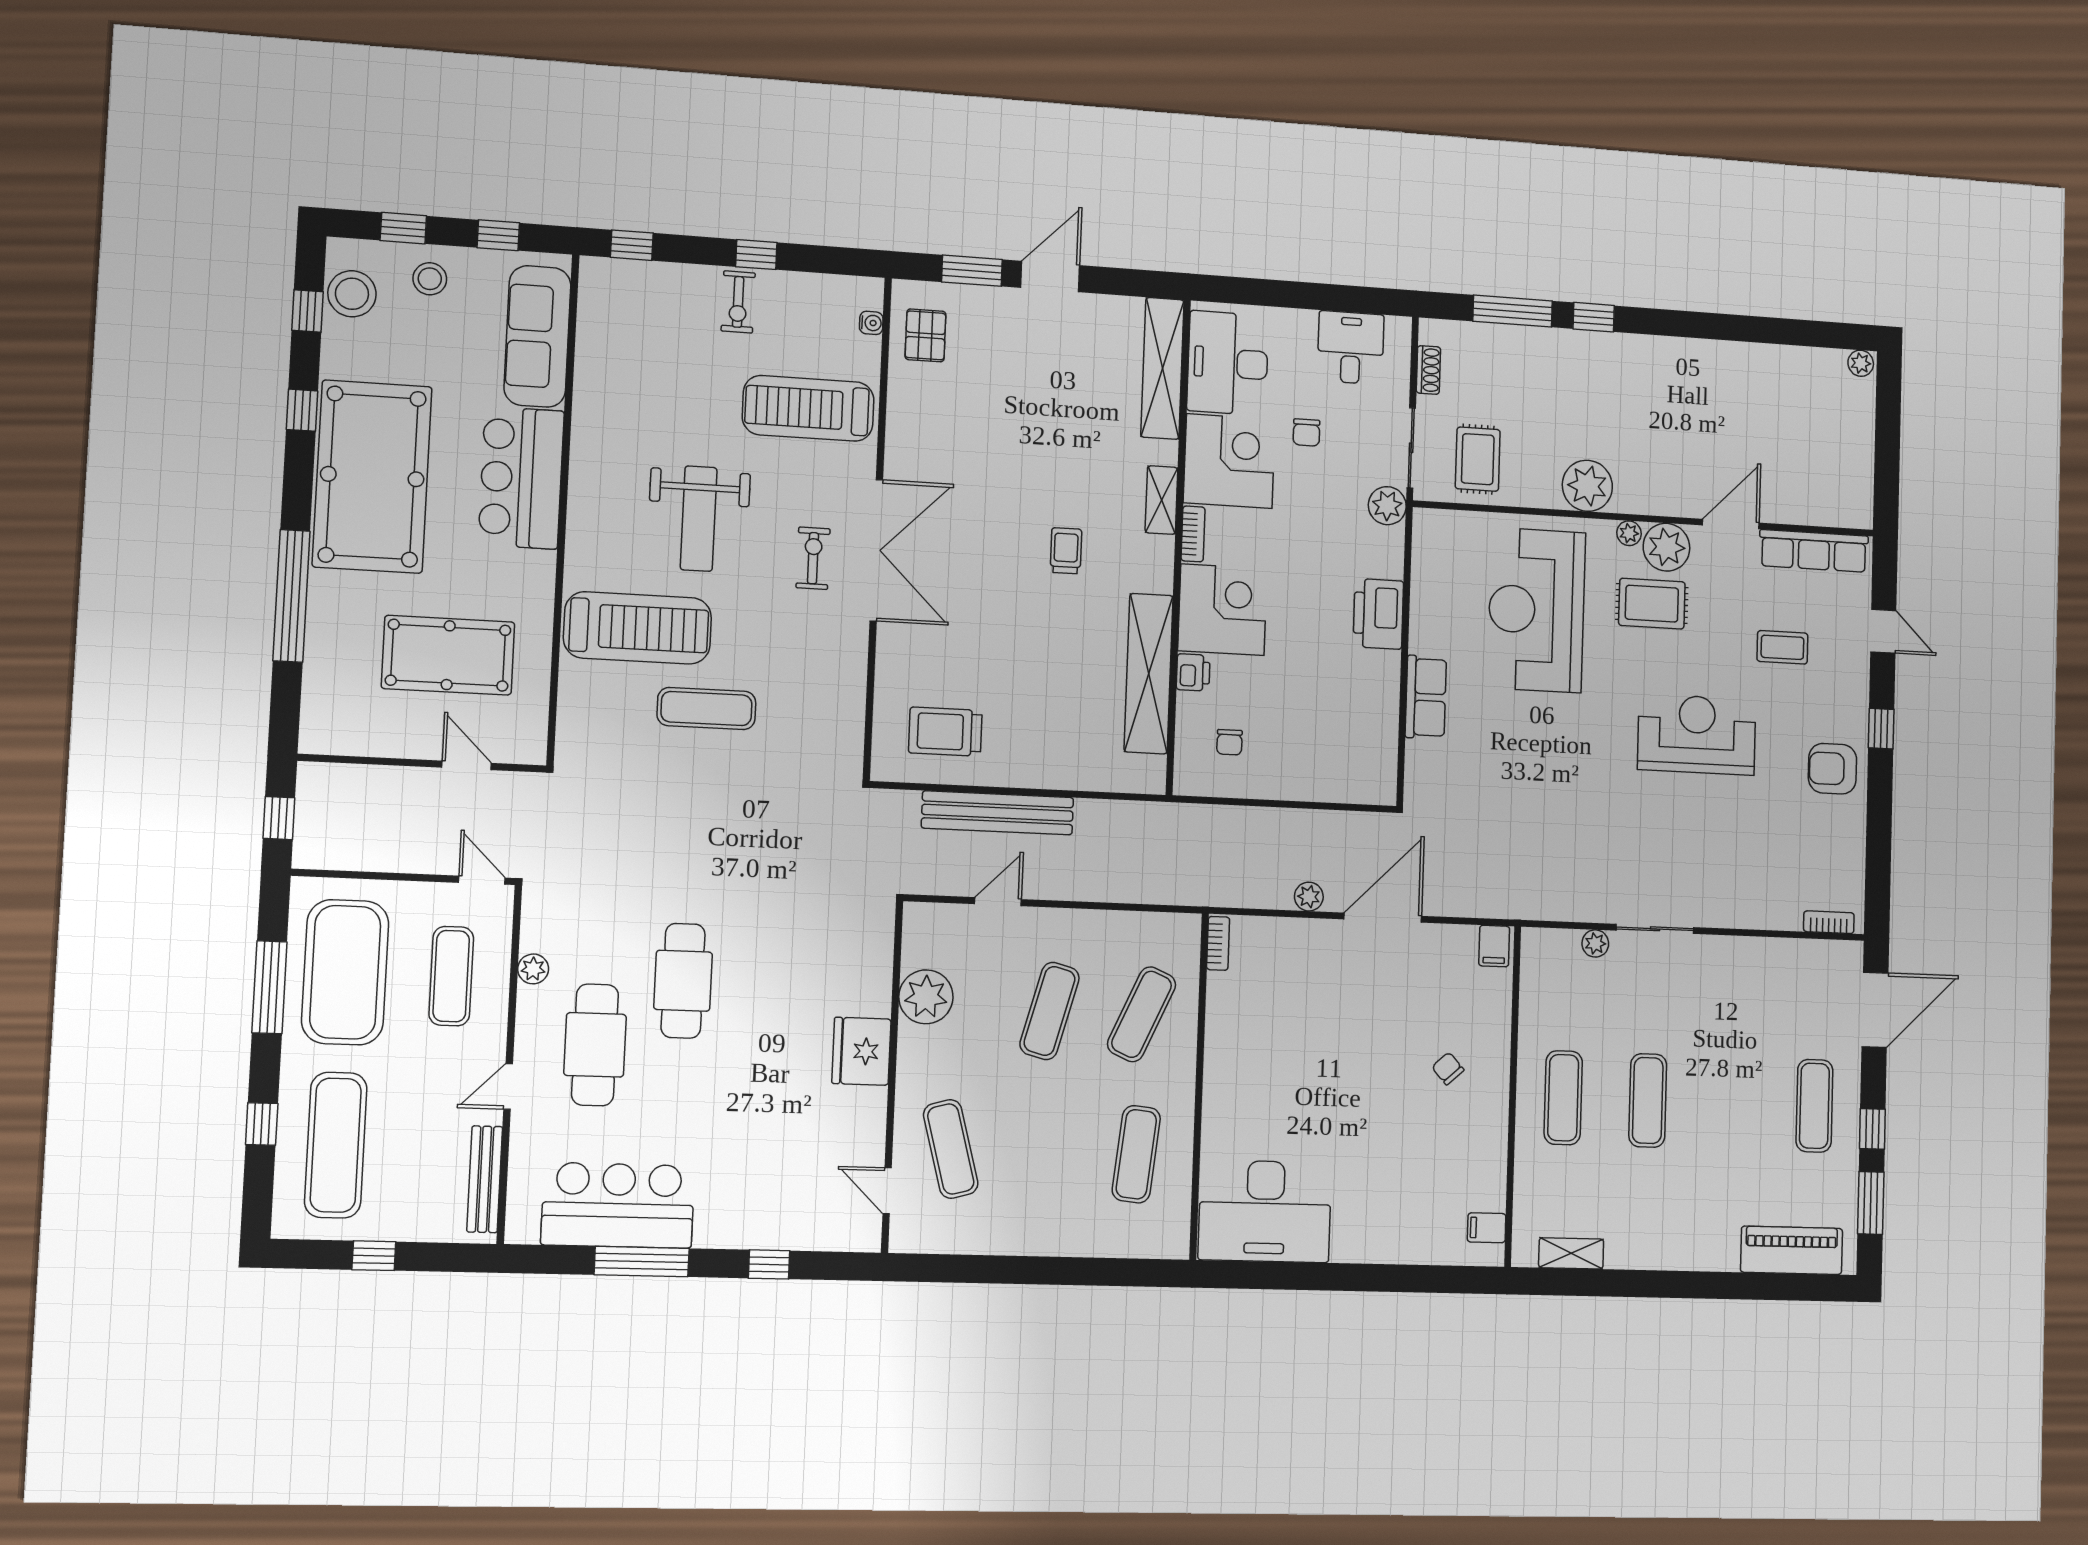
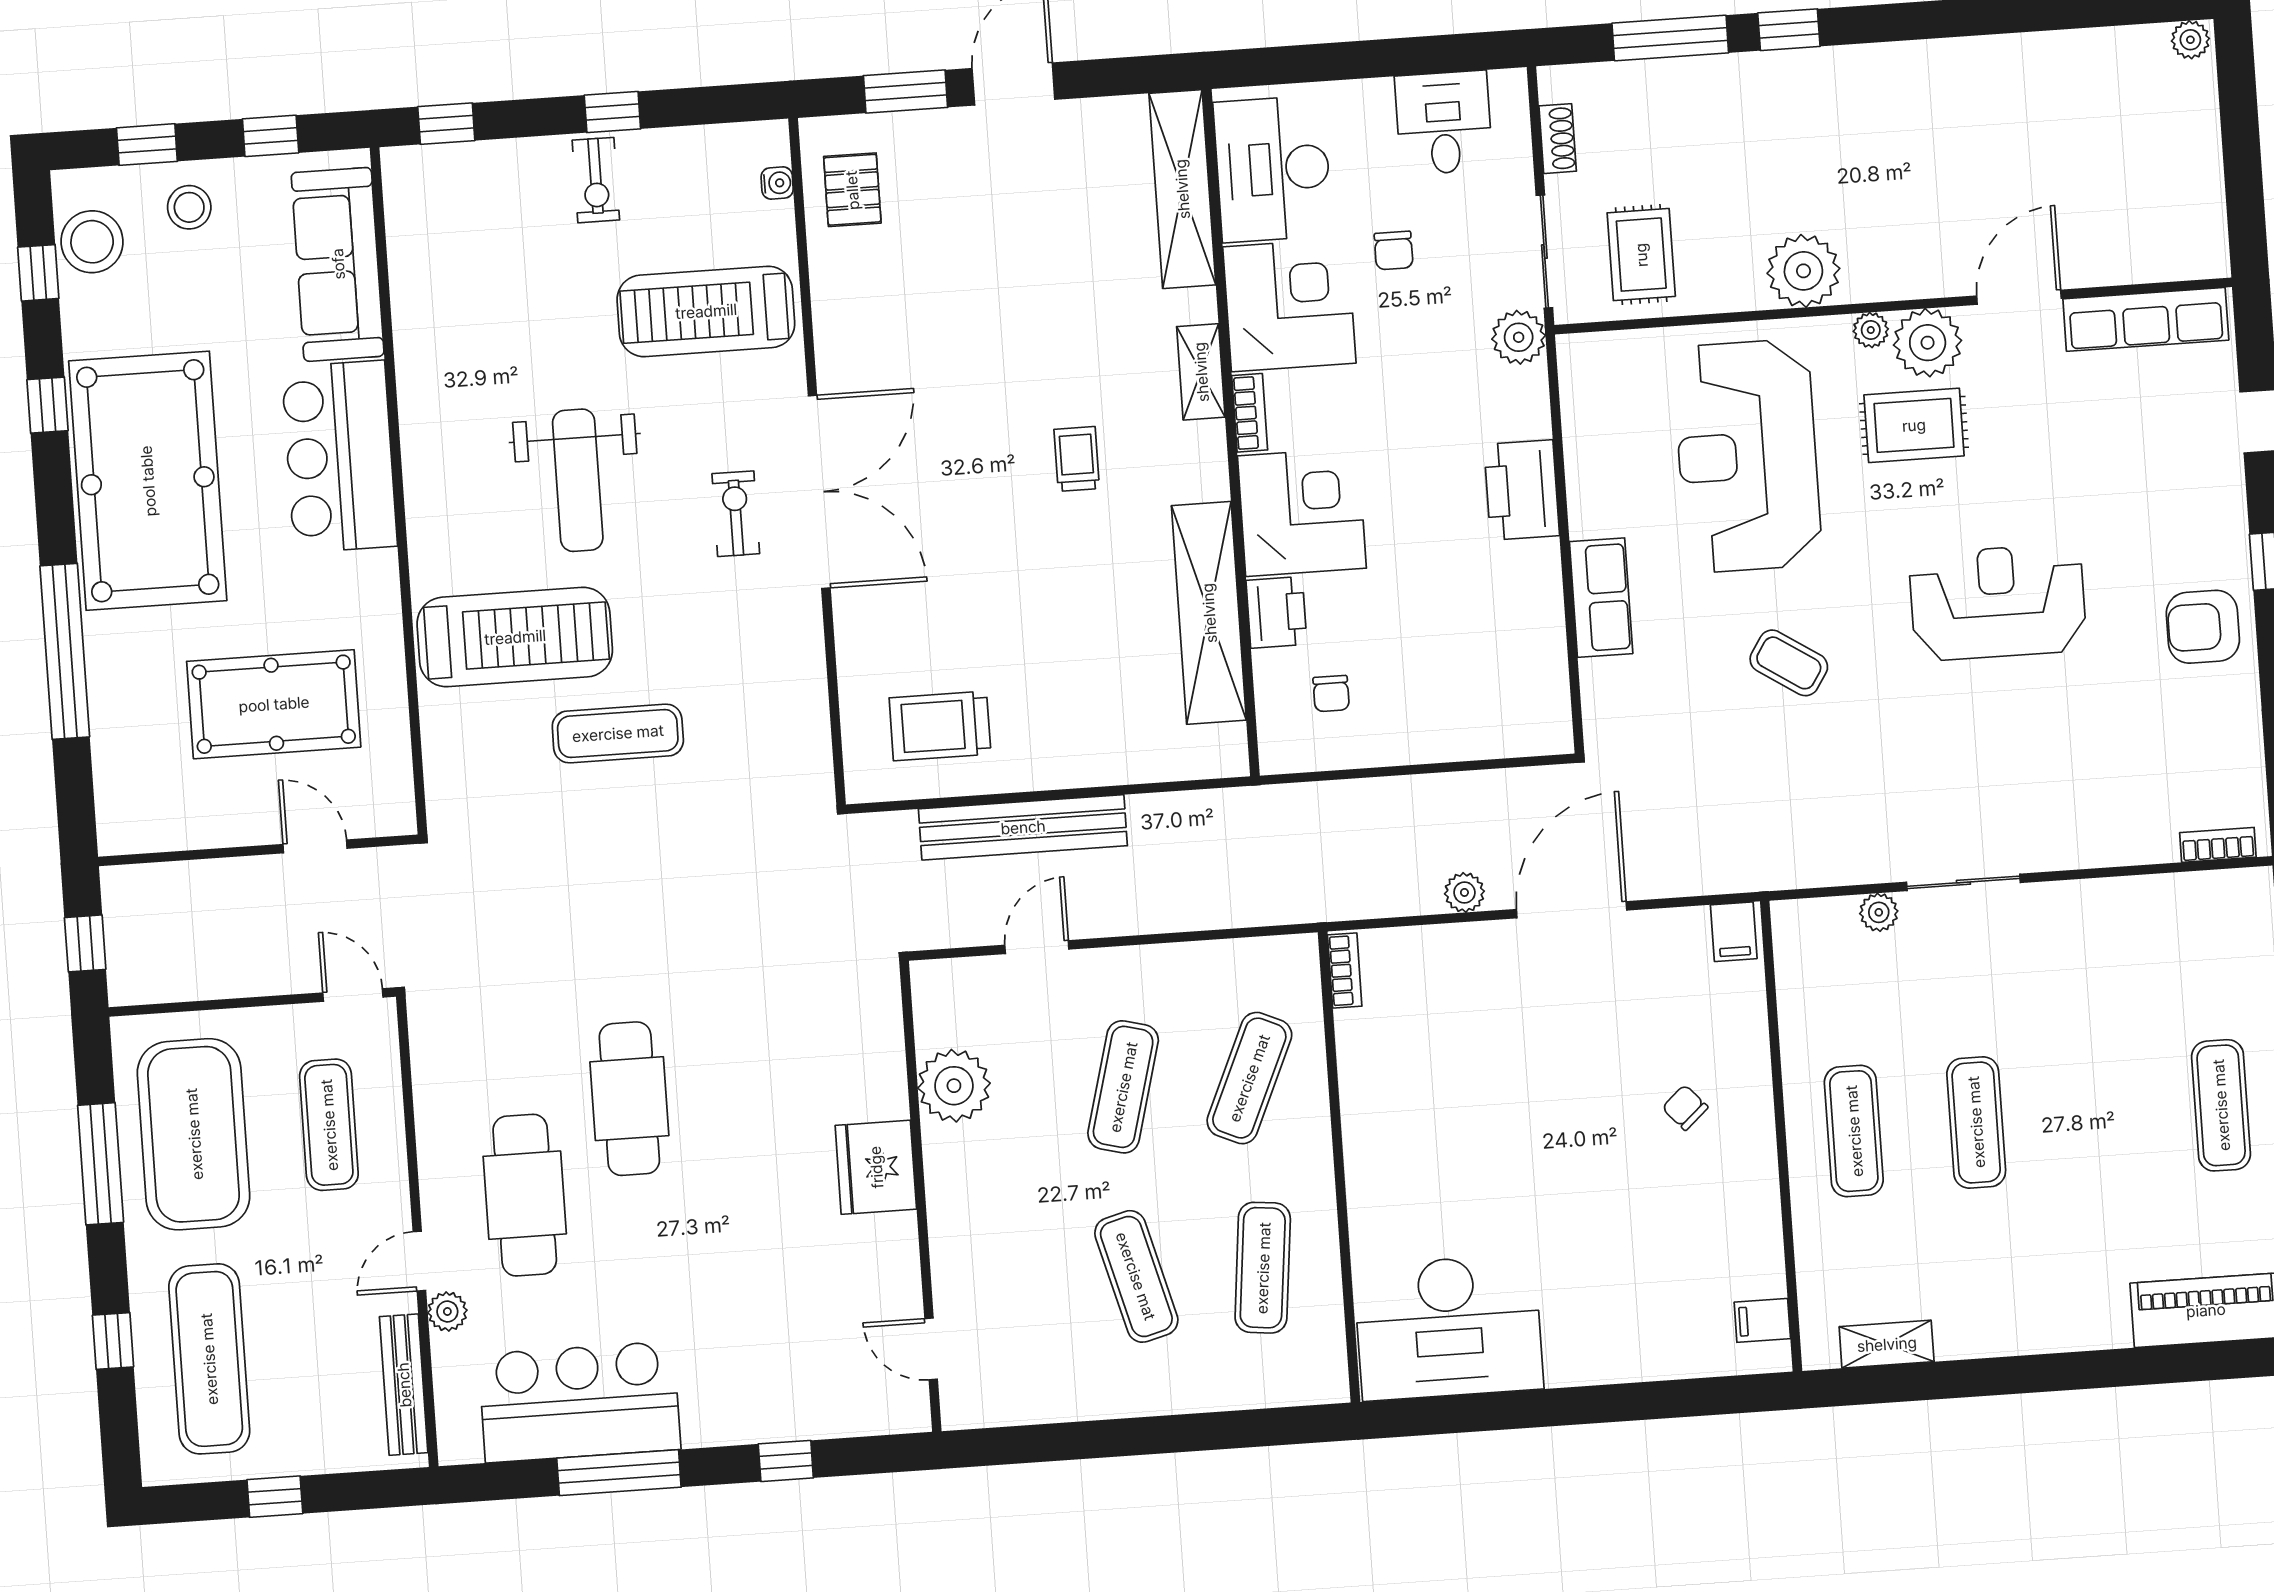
coffee table: (1782, 647) -> (1789, 663), moved, turned 33
printer: (1193, 672) -> (1276, 612), width x1.36, depth x1.24
plant: (533, 969) -> (447, 1312), moved
exercise mat: (951, 1149) -> (1136, 1276), moved

